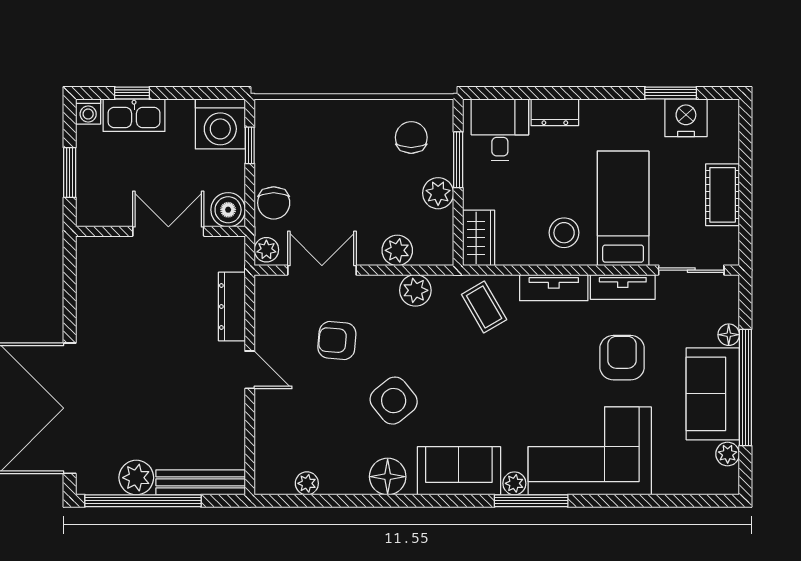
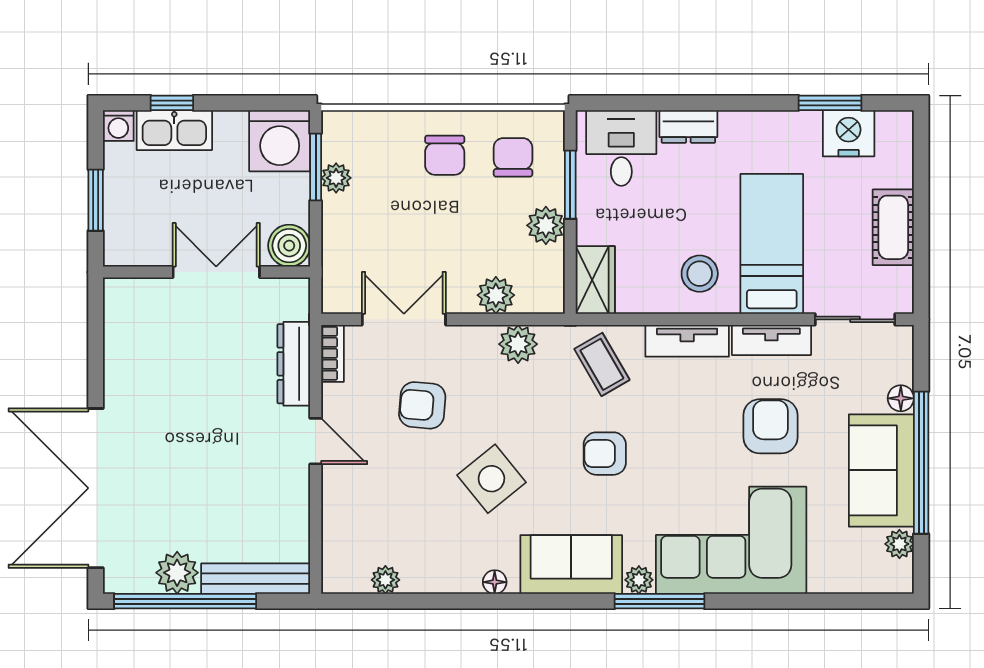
window: (250, 145) -> (316, 167), width x1.50
chair: (274, 203) -> (445, 155), moved
plant: (266, 250) -> (336, 178), moved
bookcase: (264, 298) -> (333, 353), added
armchair: (486, 380) -> (605, 454), added
floor lamp: (388, 477) -> (495, 582), width x0.53, depth x0.53

